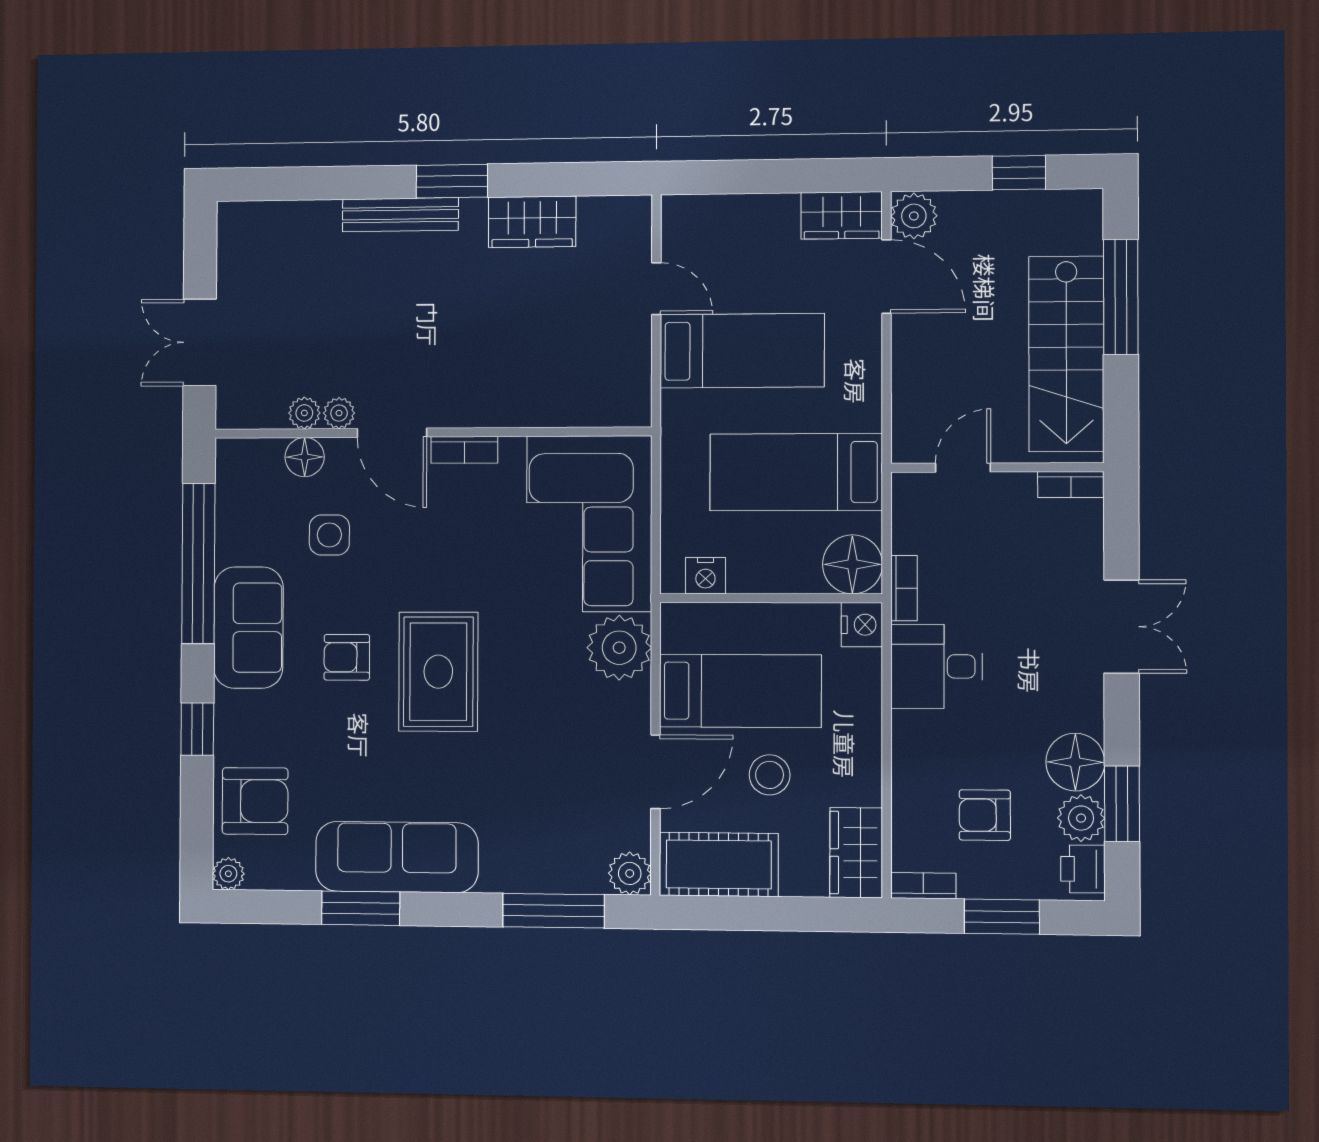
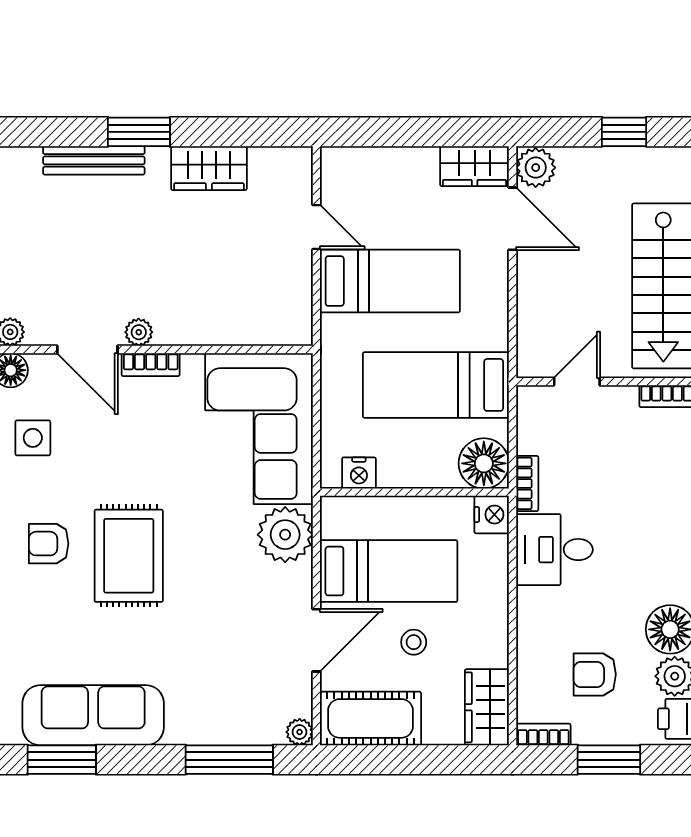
plant: (339, 413) -> (139, 332), moved
stool: (770, 775) -> (414, 642), width x0.73, depth x0.73
plant: (630, 873) -> (300, 732), width x0.73, depth x0.73

